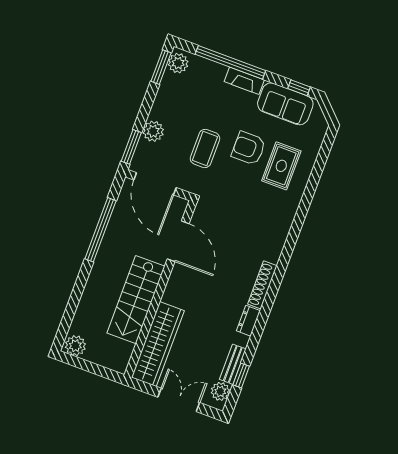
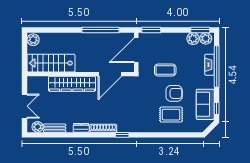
fireplace: (244, 81) -> (210, 65), moved
plant: (153, 131) -> (193, 39), moved
armchair: (249, 148) -> (174, 93), turned 90
stairs: (136, 300) -> (51, 63), moved
wardrobe: (158, 344) -> (72, 84), moved
window: (241, 375) -> (122, 135), moved

